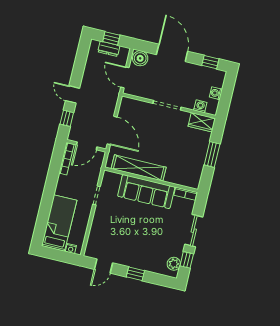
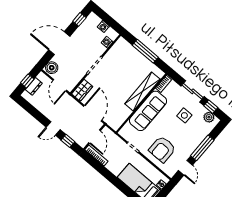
door: (125, 77) -> (60, 85), hinge flipped
wardrobe: (202, 122) -> (82, 90), moved
door: (112, 131) -> (93, 113), hinge flipped
window: (212, 154) -> (145, 51), width x1.44
shelving: (139, 168) -> (142, 92), moved
armchair: (111, 229) -> (162, 149), added
side table: (162, 235) -> (184, 115), added
window: (135, 274) -> (202, 148), width x2.17

